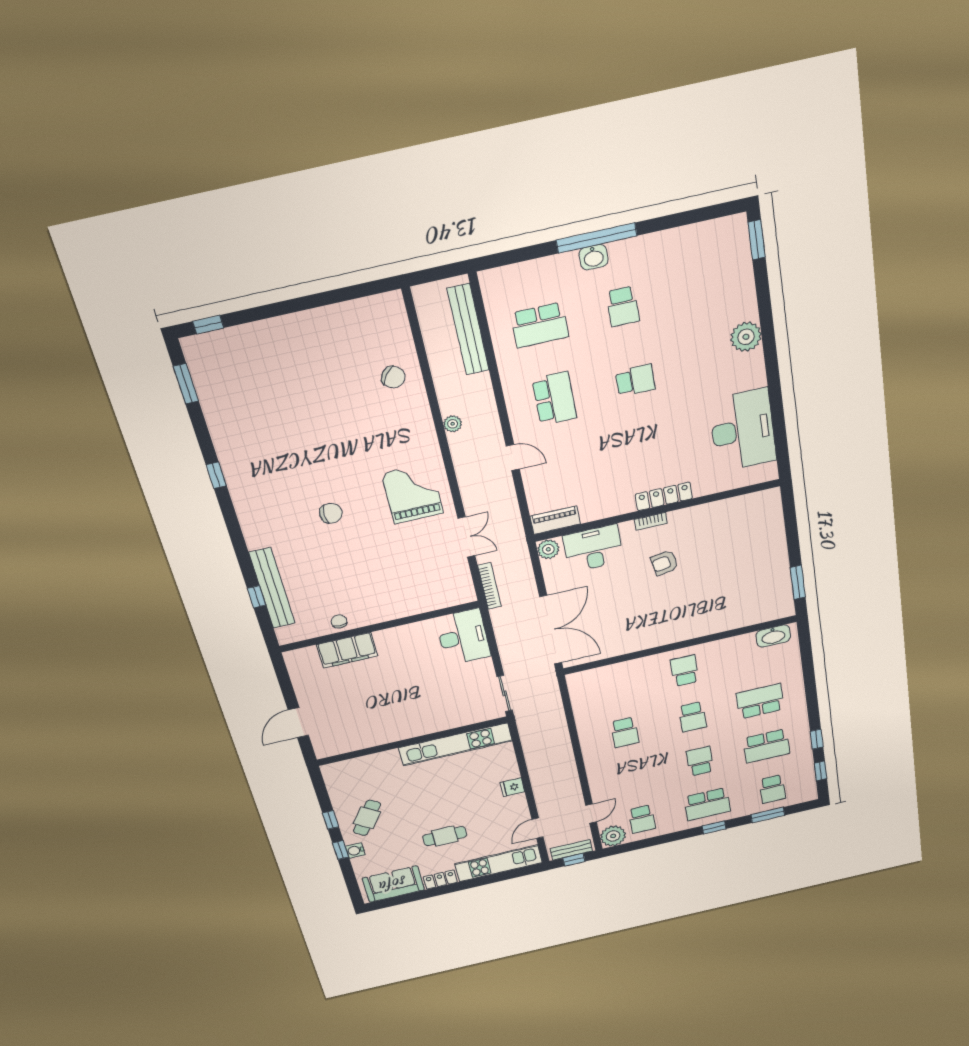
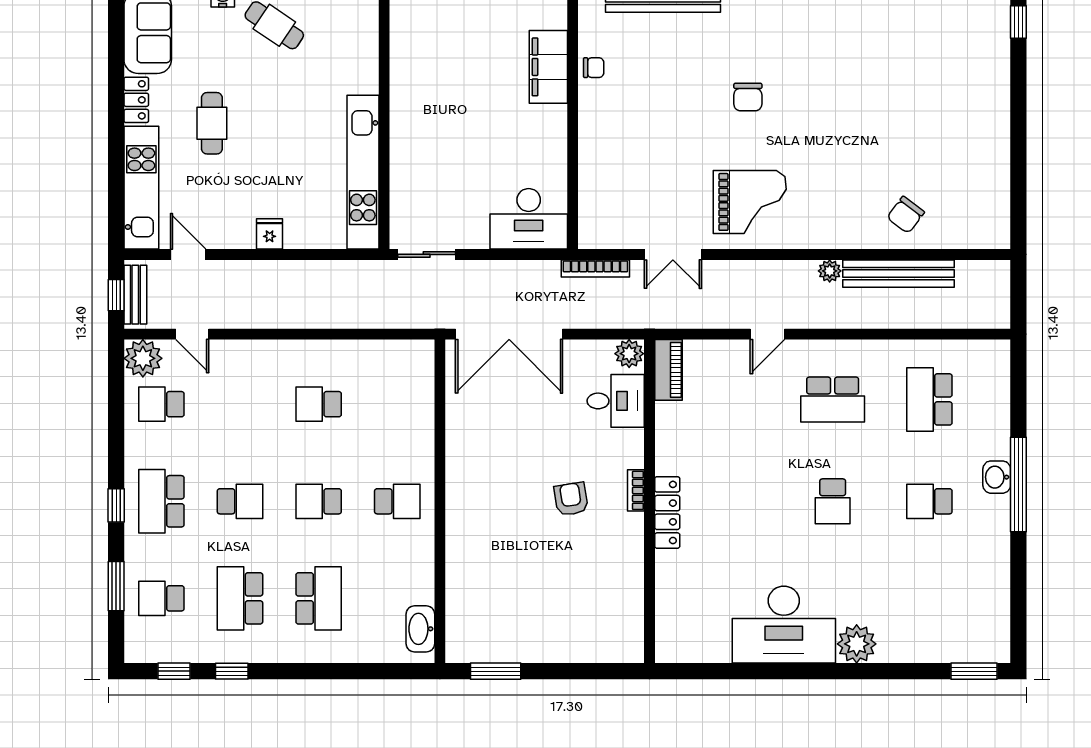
bench: (468, 330) -> (898, 274), moved
desk: (743, 430) -> (784, 625), moved
desk: (593, 548) -> (616, 401), width x0.73

